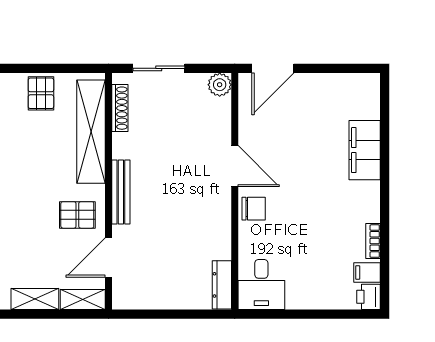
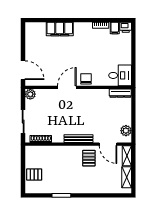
shelving: (91, 132) -> (51, 152), removed
plant: (139, 297) -> (126, 131), added

